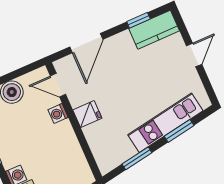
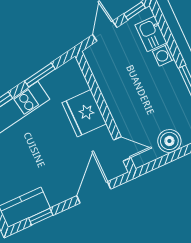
washing machine: (58, 114) -> (122, 120), removed
fridge: (87, 114) -> (84, 113), width x1.88, depth x1.34

